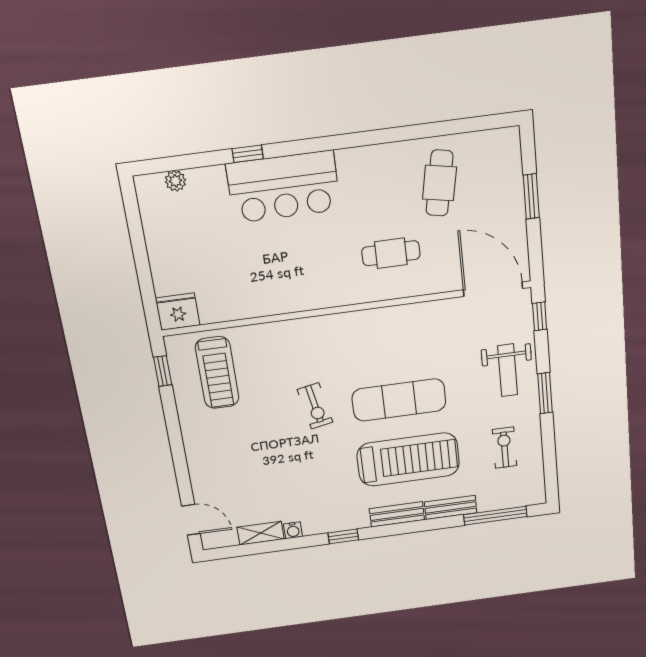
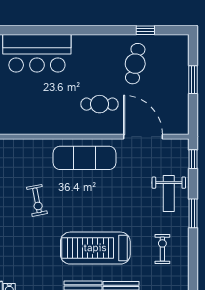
window: (248, 154) -> (145, 30), moved
door: (493, 289) -> (143, 137), moved
exercise mat: (399, 400) -> (84, 158), moved
treadmill: (408, 459) -> (95, 248), turned 180

